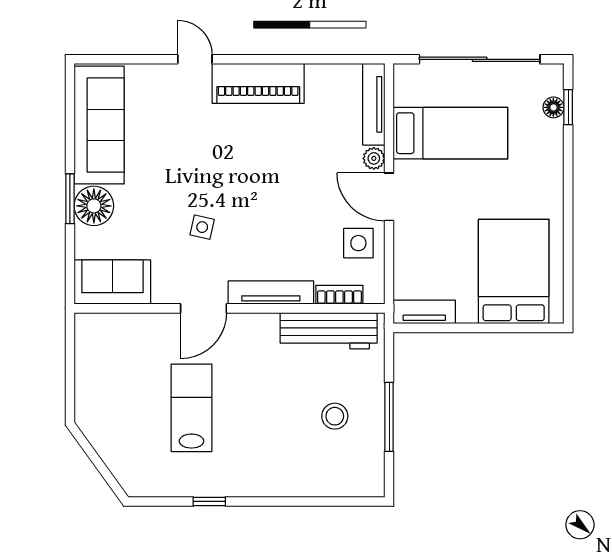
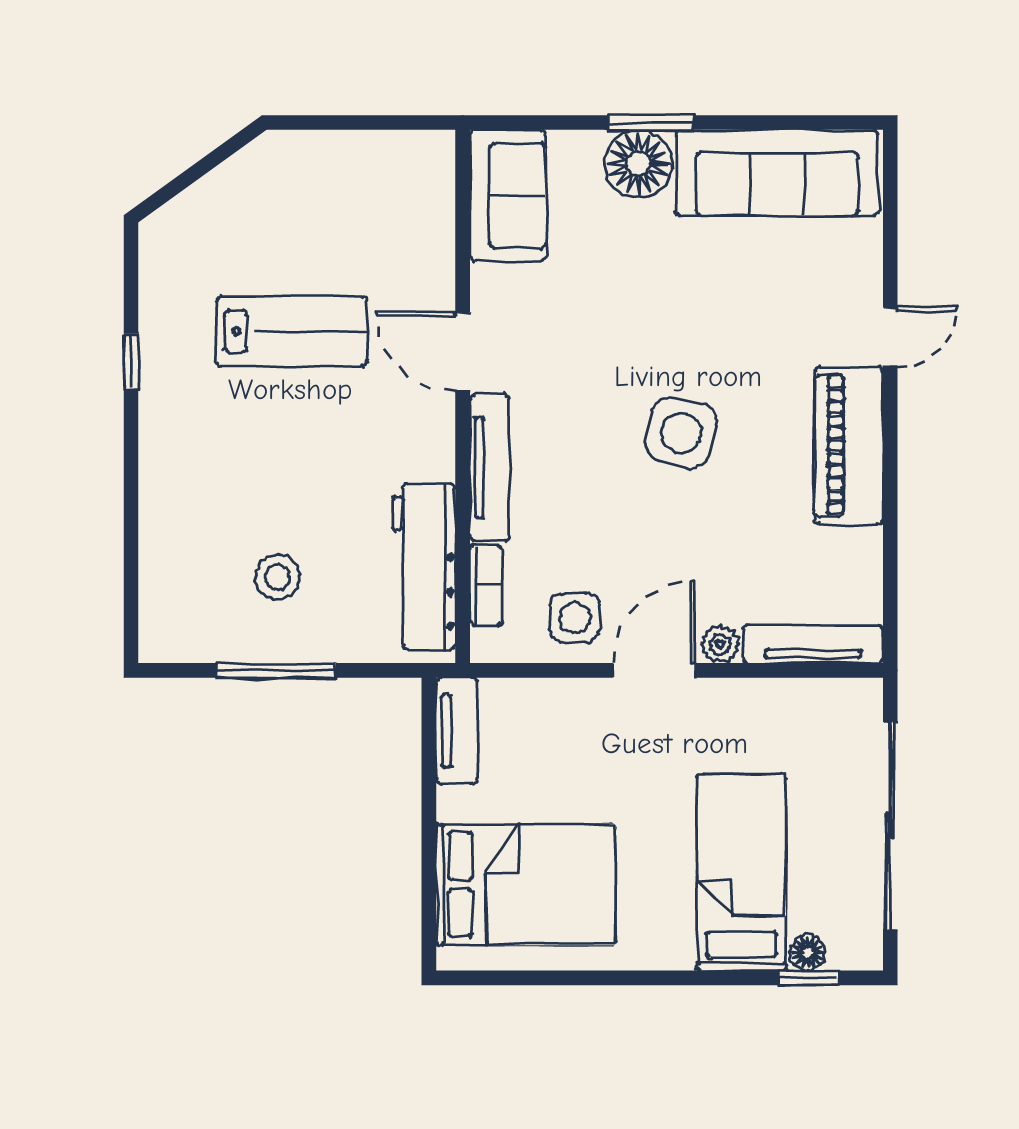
bed: (450, 133) -> (742, 872), moved, turned 180
side table: (202, 227) -> (681, 433), moved, width x1.87, depth x1.87

